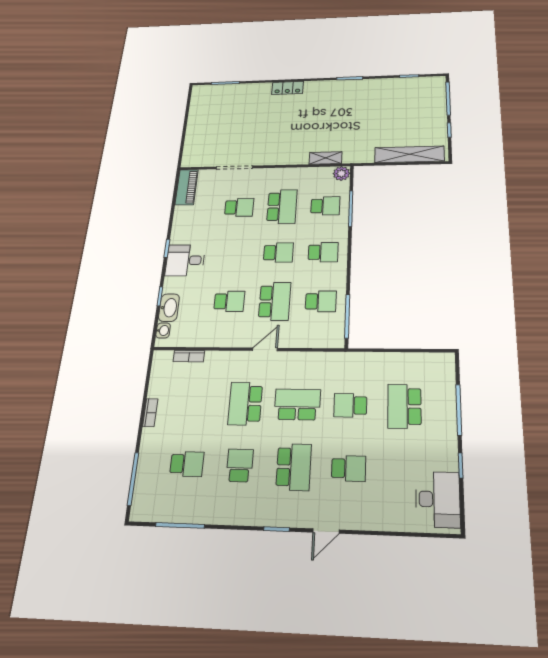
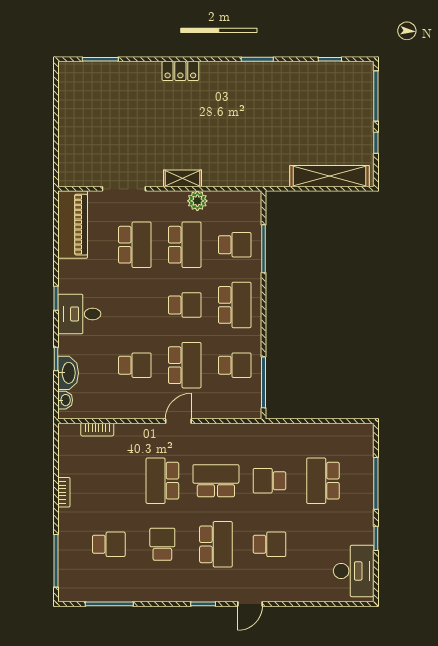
shelving: (326, 158) -> (183, 178), moved
plant: (341, 173) -> (197, 201), moved
piano: (187, 187) -> (73, 225), width x1.37, depth x1.33
school desk: (239, 207) -> (135, 245), width x1.85
school desk: (323, 252) -> (235, 305), width x1.85

